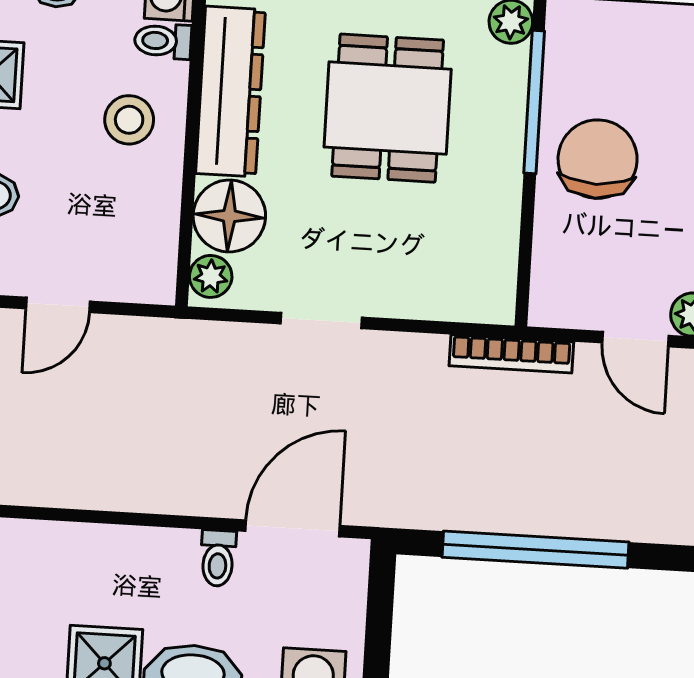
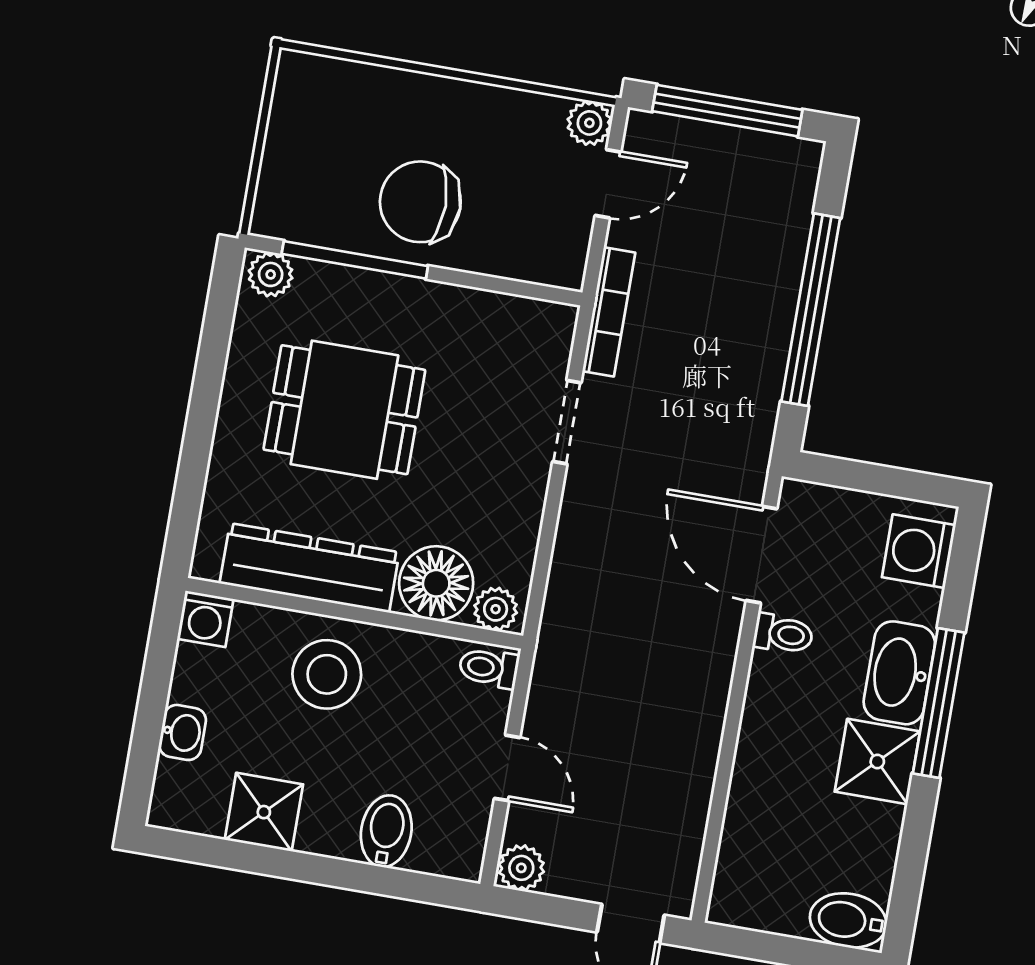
toilet: (163, 41) -> (489, 668), moved, turned 90
stool: (129, 120) -> (327, 674), width x1.38, depth x1.38
doorway: (321, 321) -> (567, 422), moved

